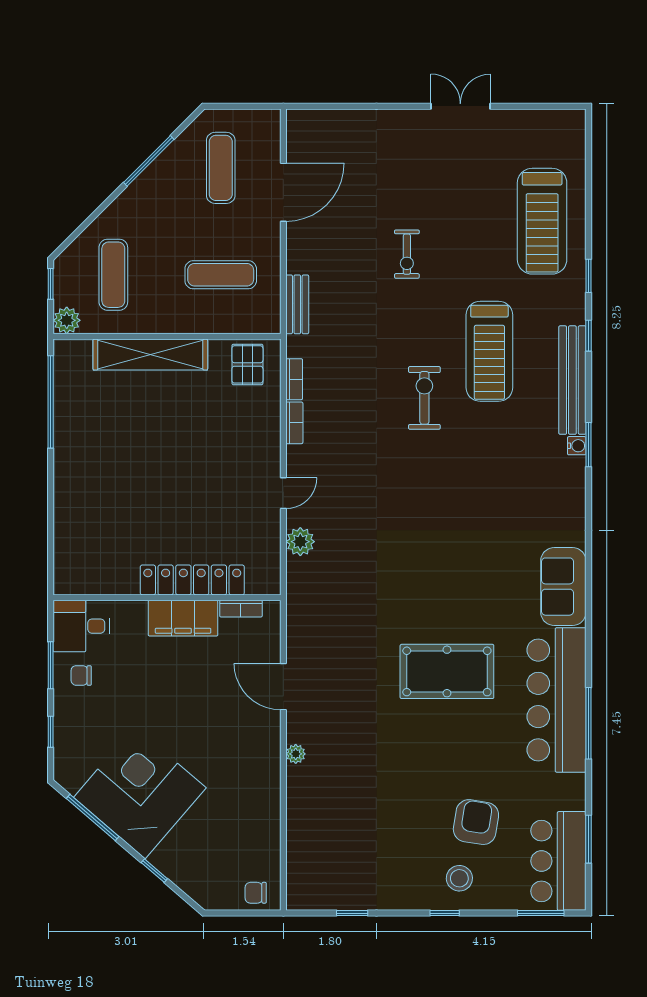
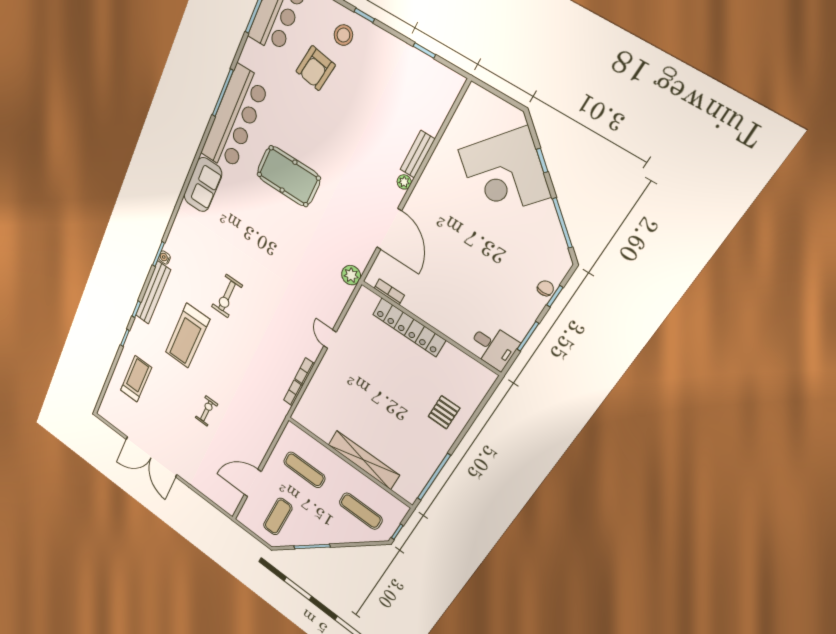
double door: (460, 106) -> (151, 457), width x1.87
treadmill: (542, 221) -> (136, 379), width x0.73, depth x0.73
exercise mat: (113, 275) -> (361, 511), turned 90
bench: (297, 304) -> (418, 154), moved
plant: (67, 320) -> (399, 509), removed
treadmill: (489, 351) -> (187, 336), turned 180
pallet: (247, 364) -> (444, 412), moved
exercise bike: (424, 398) -> (227, 296), moved
door: (283, 493) -> (330, 339), hinge flipped
plant: (300, 542) -> (351, 275), moved
filing cabinet: (183, 618) -> (427, 309), removed
chair: (81, 675) -> (545, 288), moved, turned -90
door: (283, 687) -> (389, 229), width x1.36
corner desk: (140, 793) -> (504, 173), moved
chair: (256, 893) -> (481, 103), removed

